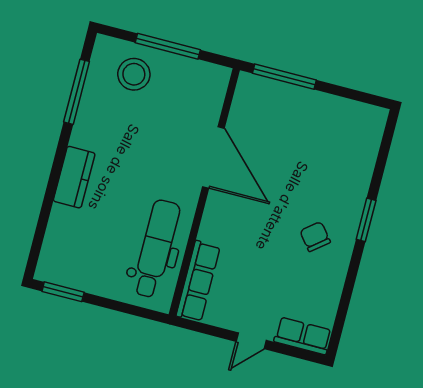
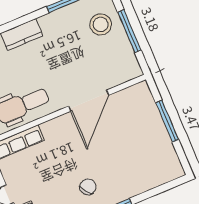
window: (284, 77) -> (167, 121), moved

